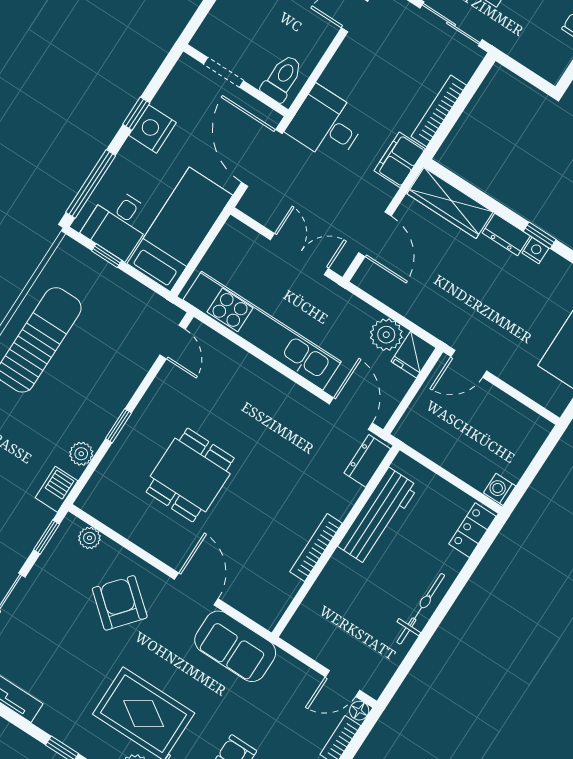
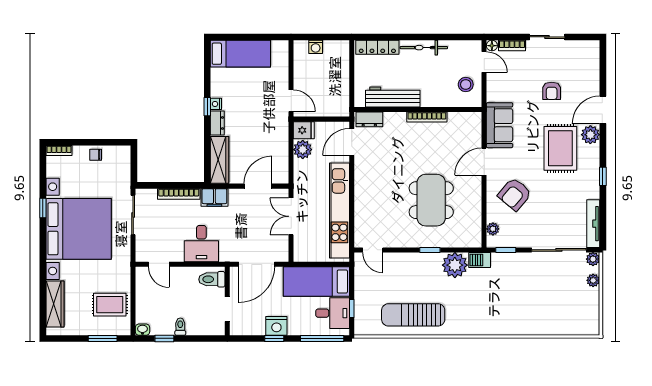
desk: (326, 124) -> (201, 244), moved
door: (173, 342) -> (373, 250), swing flipped
plant: (81, 454) -> (455, 265), width x1.87, depth x1.87
dining table: (190, 475) -> (431, 200), width x1.38
washing machine: (500, 489) -> (316, 47), moved
locker: (472, 530) -> (377, 47), width x1.53
stool: (327, 635) -> (466, 85), added

